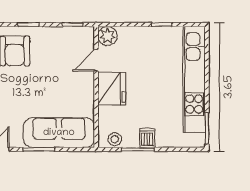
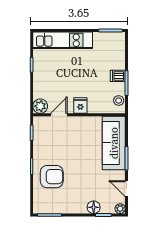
door: (96, 60) -> (59, 115), swing flipped
kitchen unit: (194, 80) -> (63, 40), width x0.73
fridge: (112, 89) -> (80, 106), width x0.53, depth x0.75

